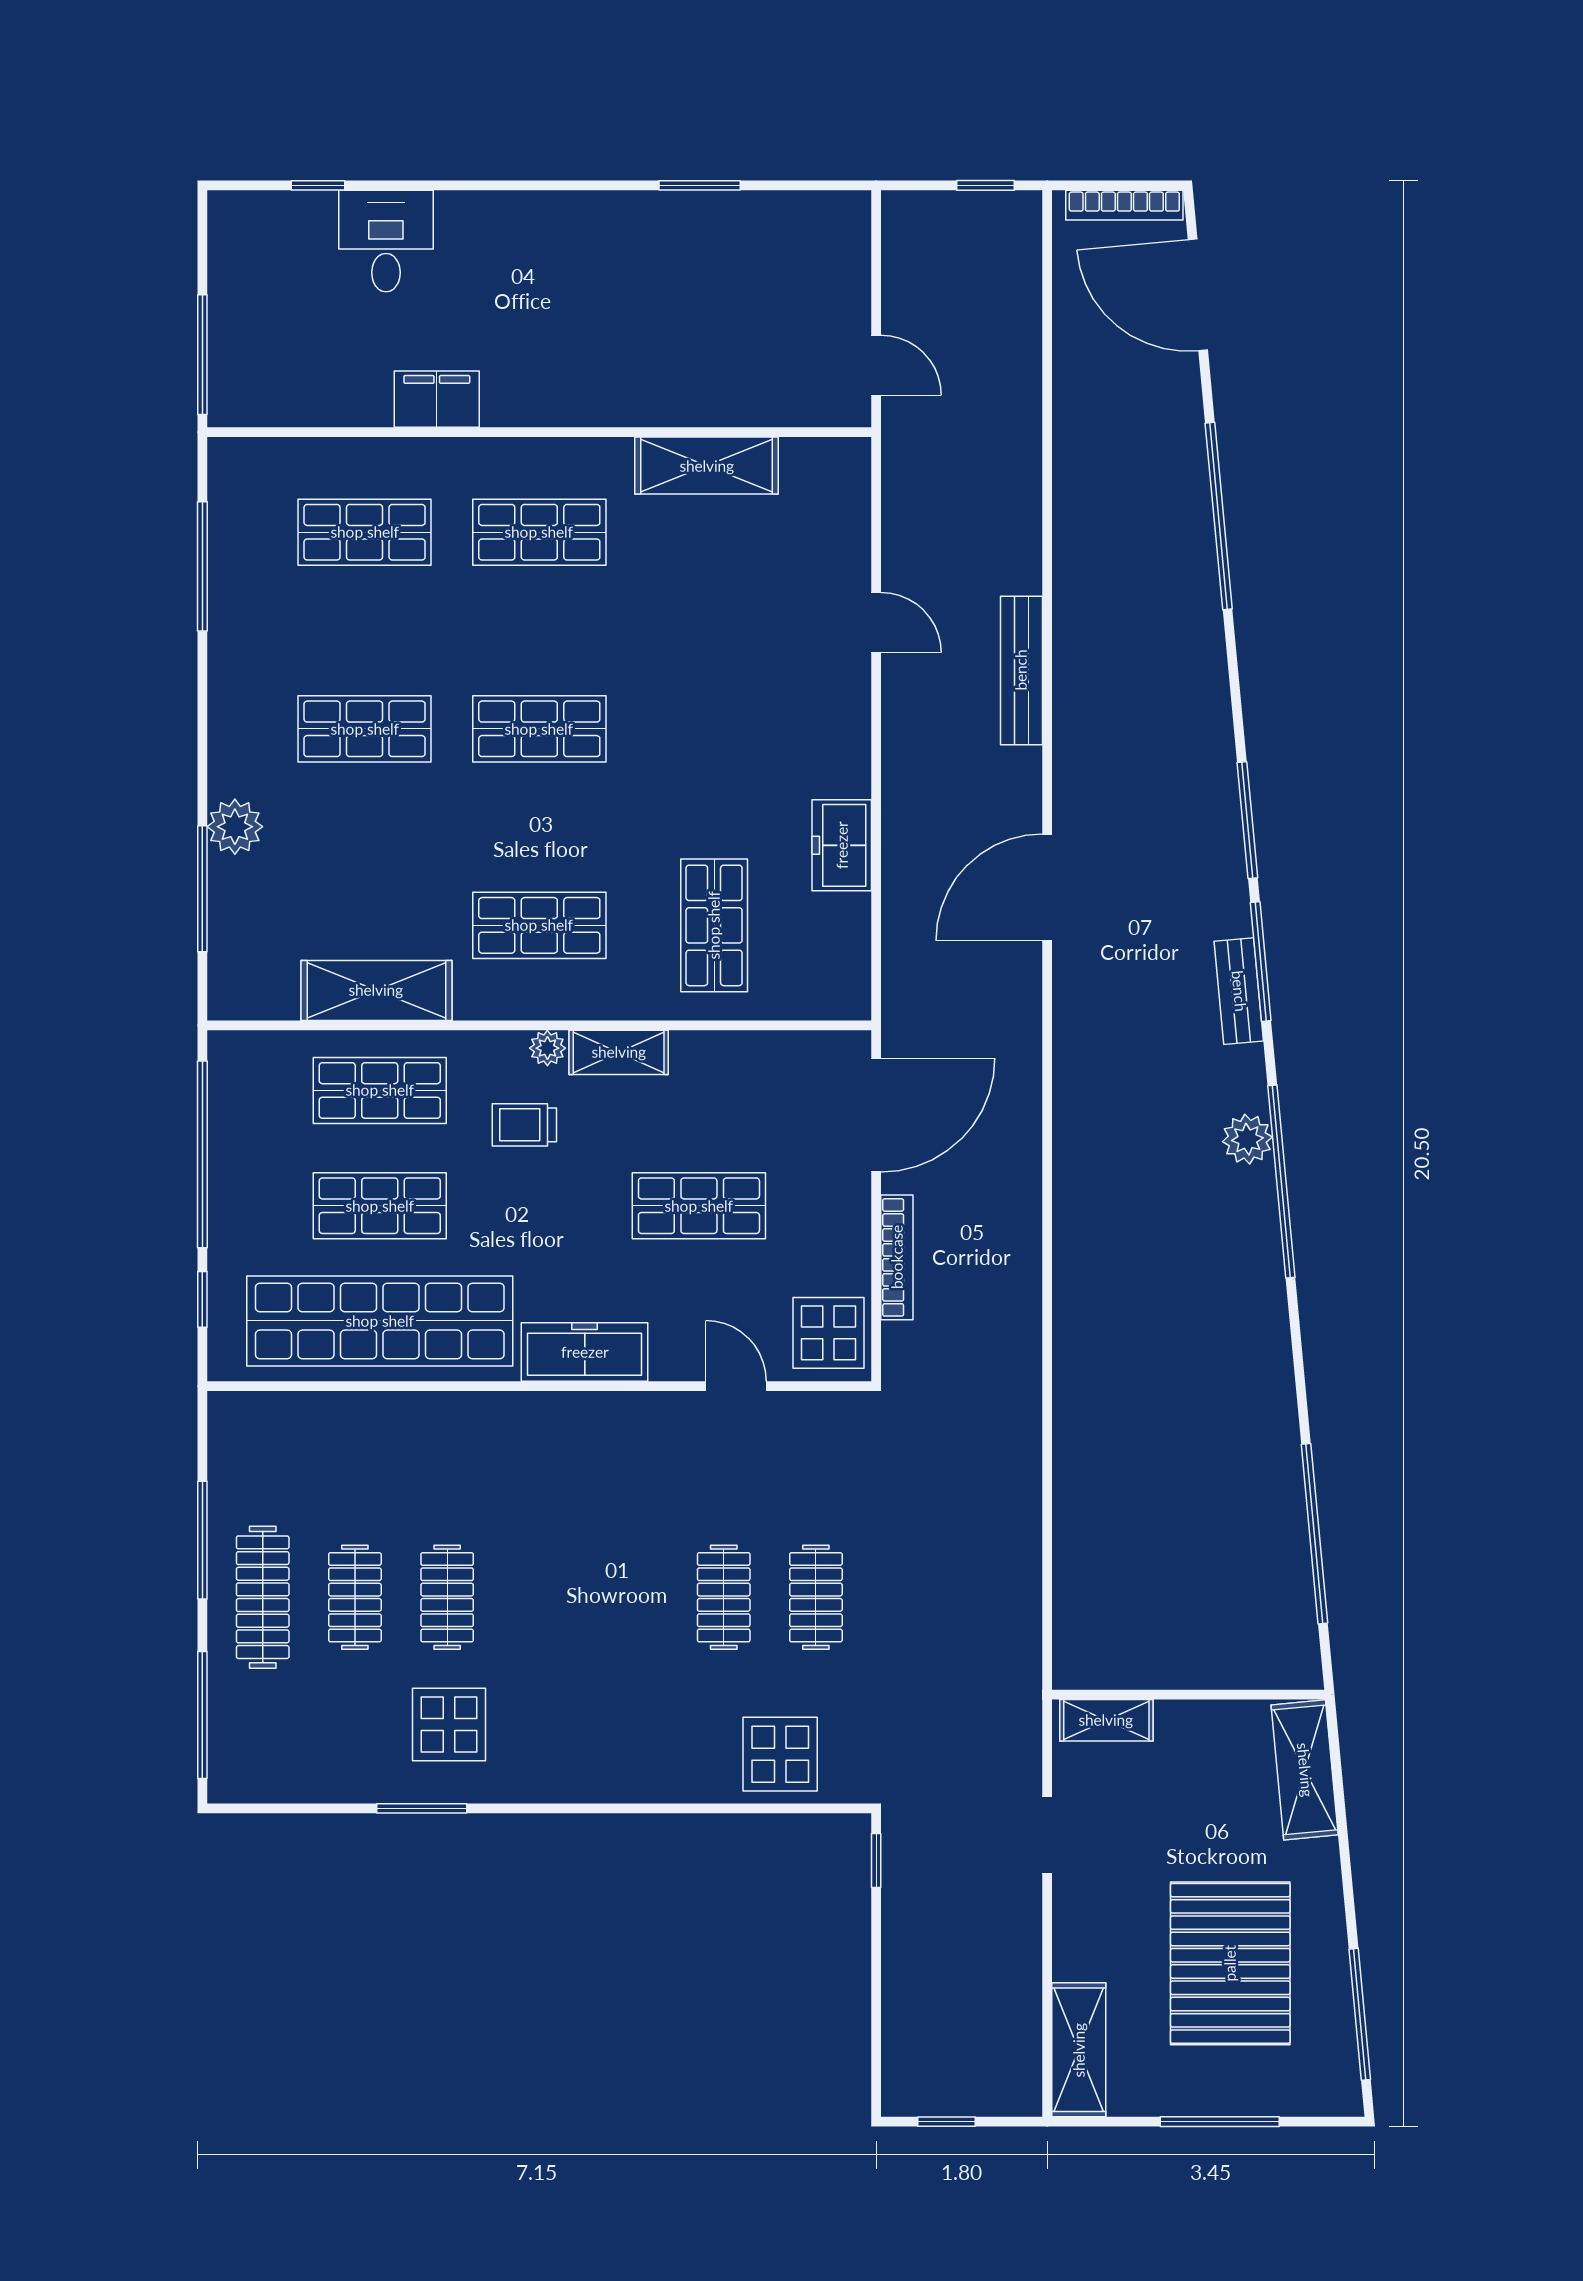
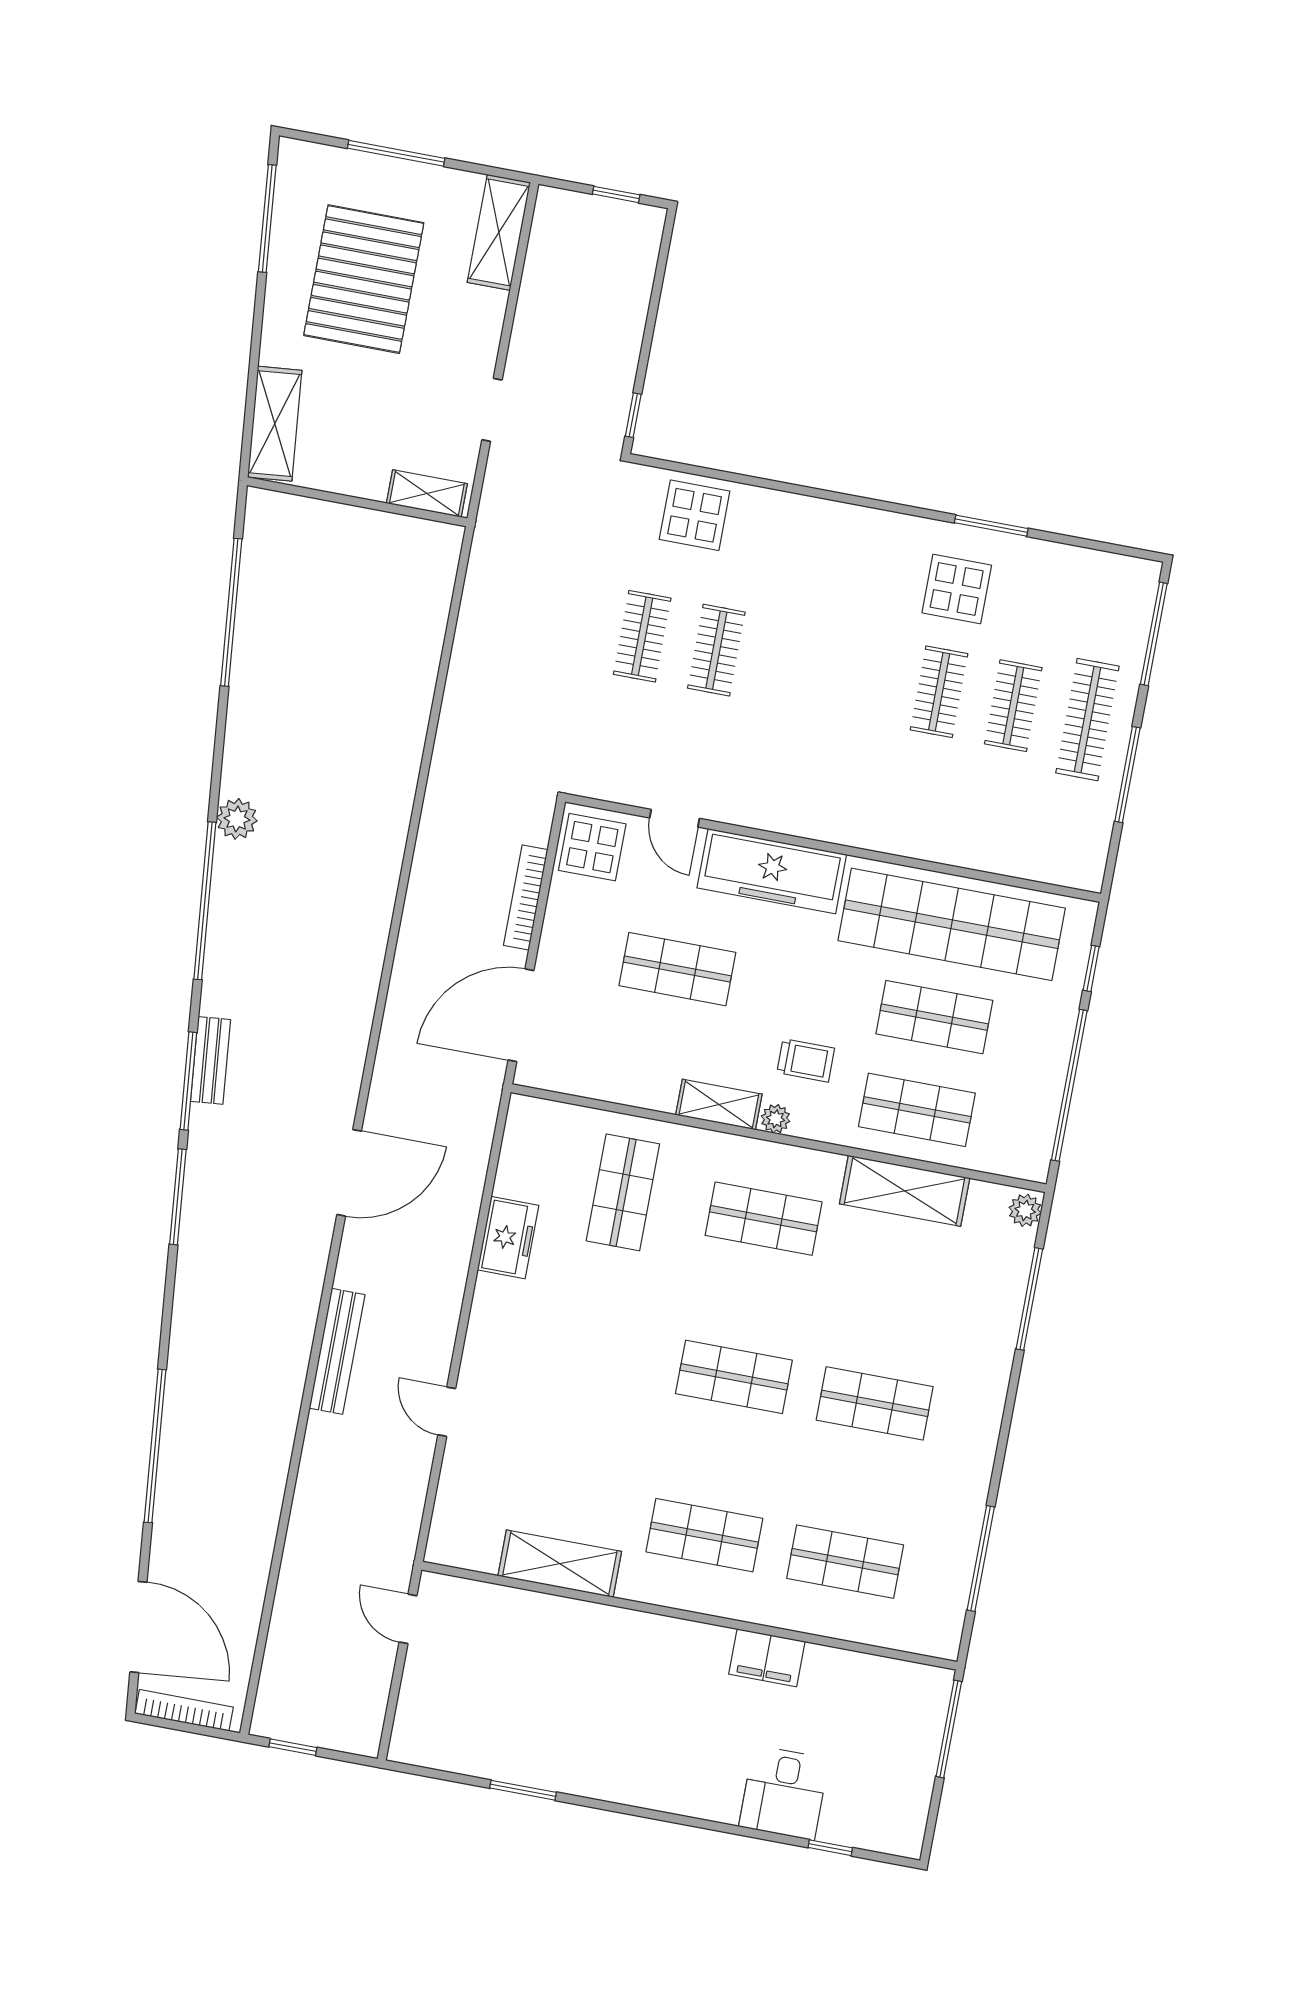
plant: (235, 827) -> (1025, 1210), moved, width x0.73, depth x0.73
plant: (1247, 1139) -> (237, 819), moved
freezer: (585, 1352) -> (772, 871), width x1.36, depth x1.26

